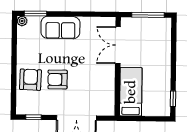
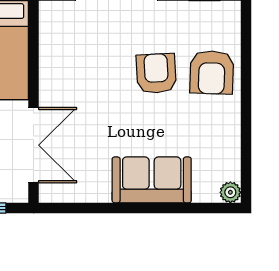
window: (36, 13) -> (203, 208), removed
armchair: (58, 79) -> (156, 73), turned -93

